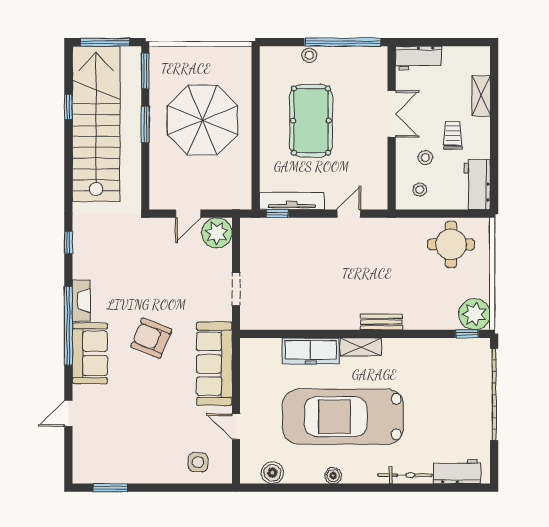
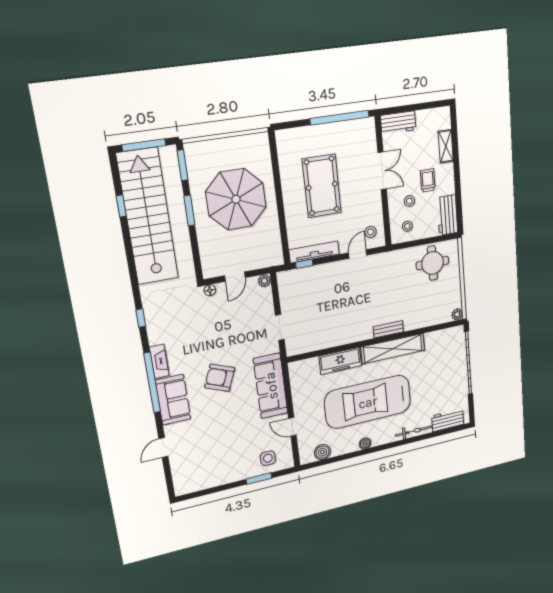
stool: (309, 55) -> (371, 232), moved
floor lamp: (155, 225) -> (210, 290), added
plant: (217, 233) -> (264, 281), width x0.53, depth x0.53
plant: (475, 314) -> (457, 314), width x0.53, depth x0.53
window: (467, 334) -> (448, 325), removed
shelving: (361, 347) -> (393, 349), width x2.20, depth x1.33
window: (110, 488) -> (259, 479), moved

